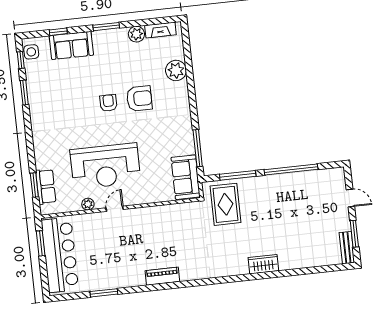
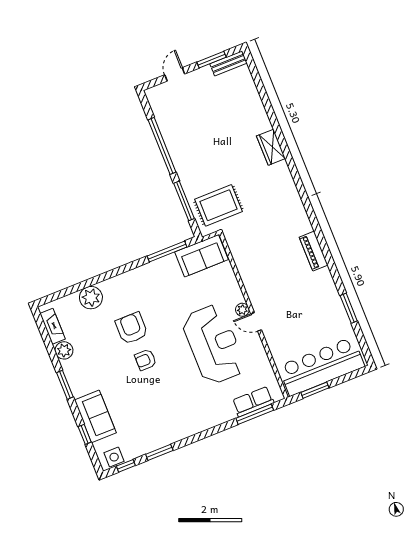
window: (34, 185) -> (255, 414), width x1.44
plant: (88, 204) -> (242, 310), moved

